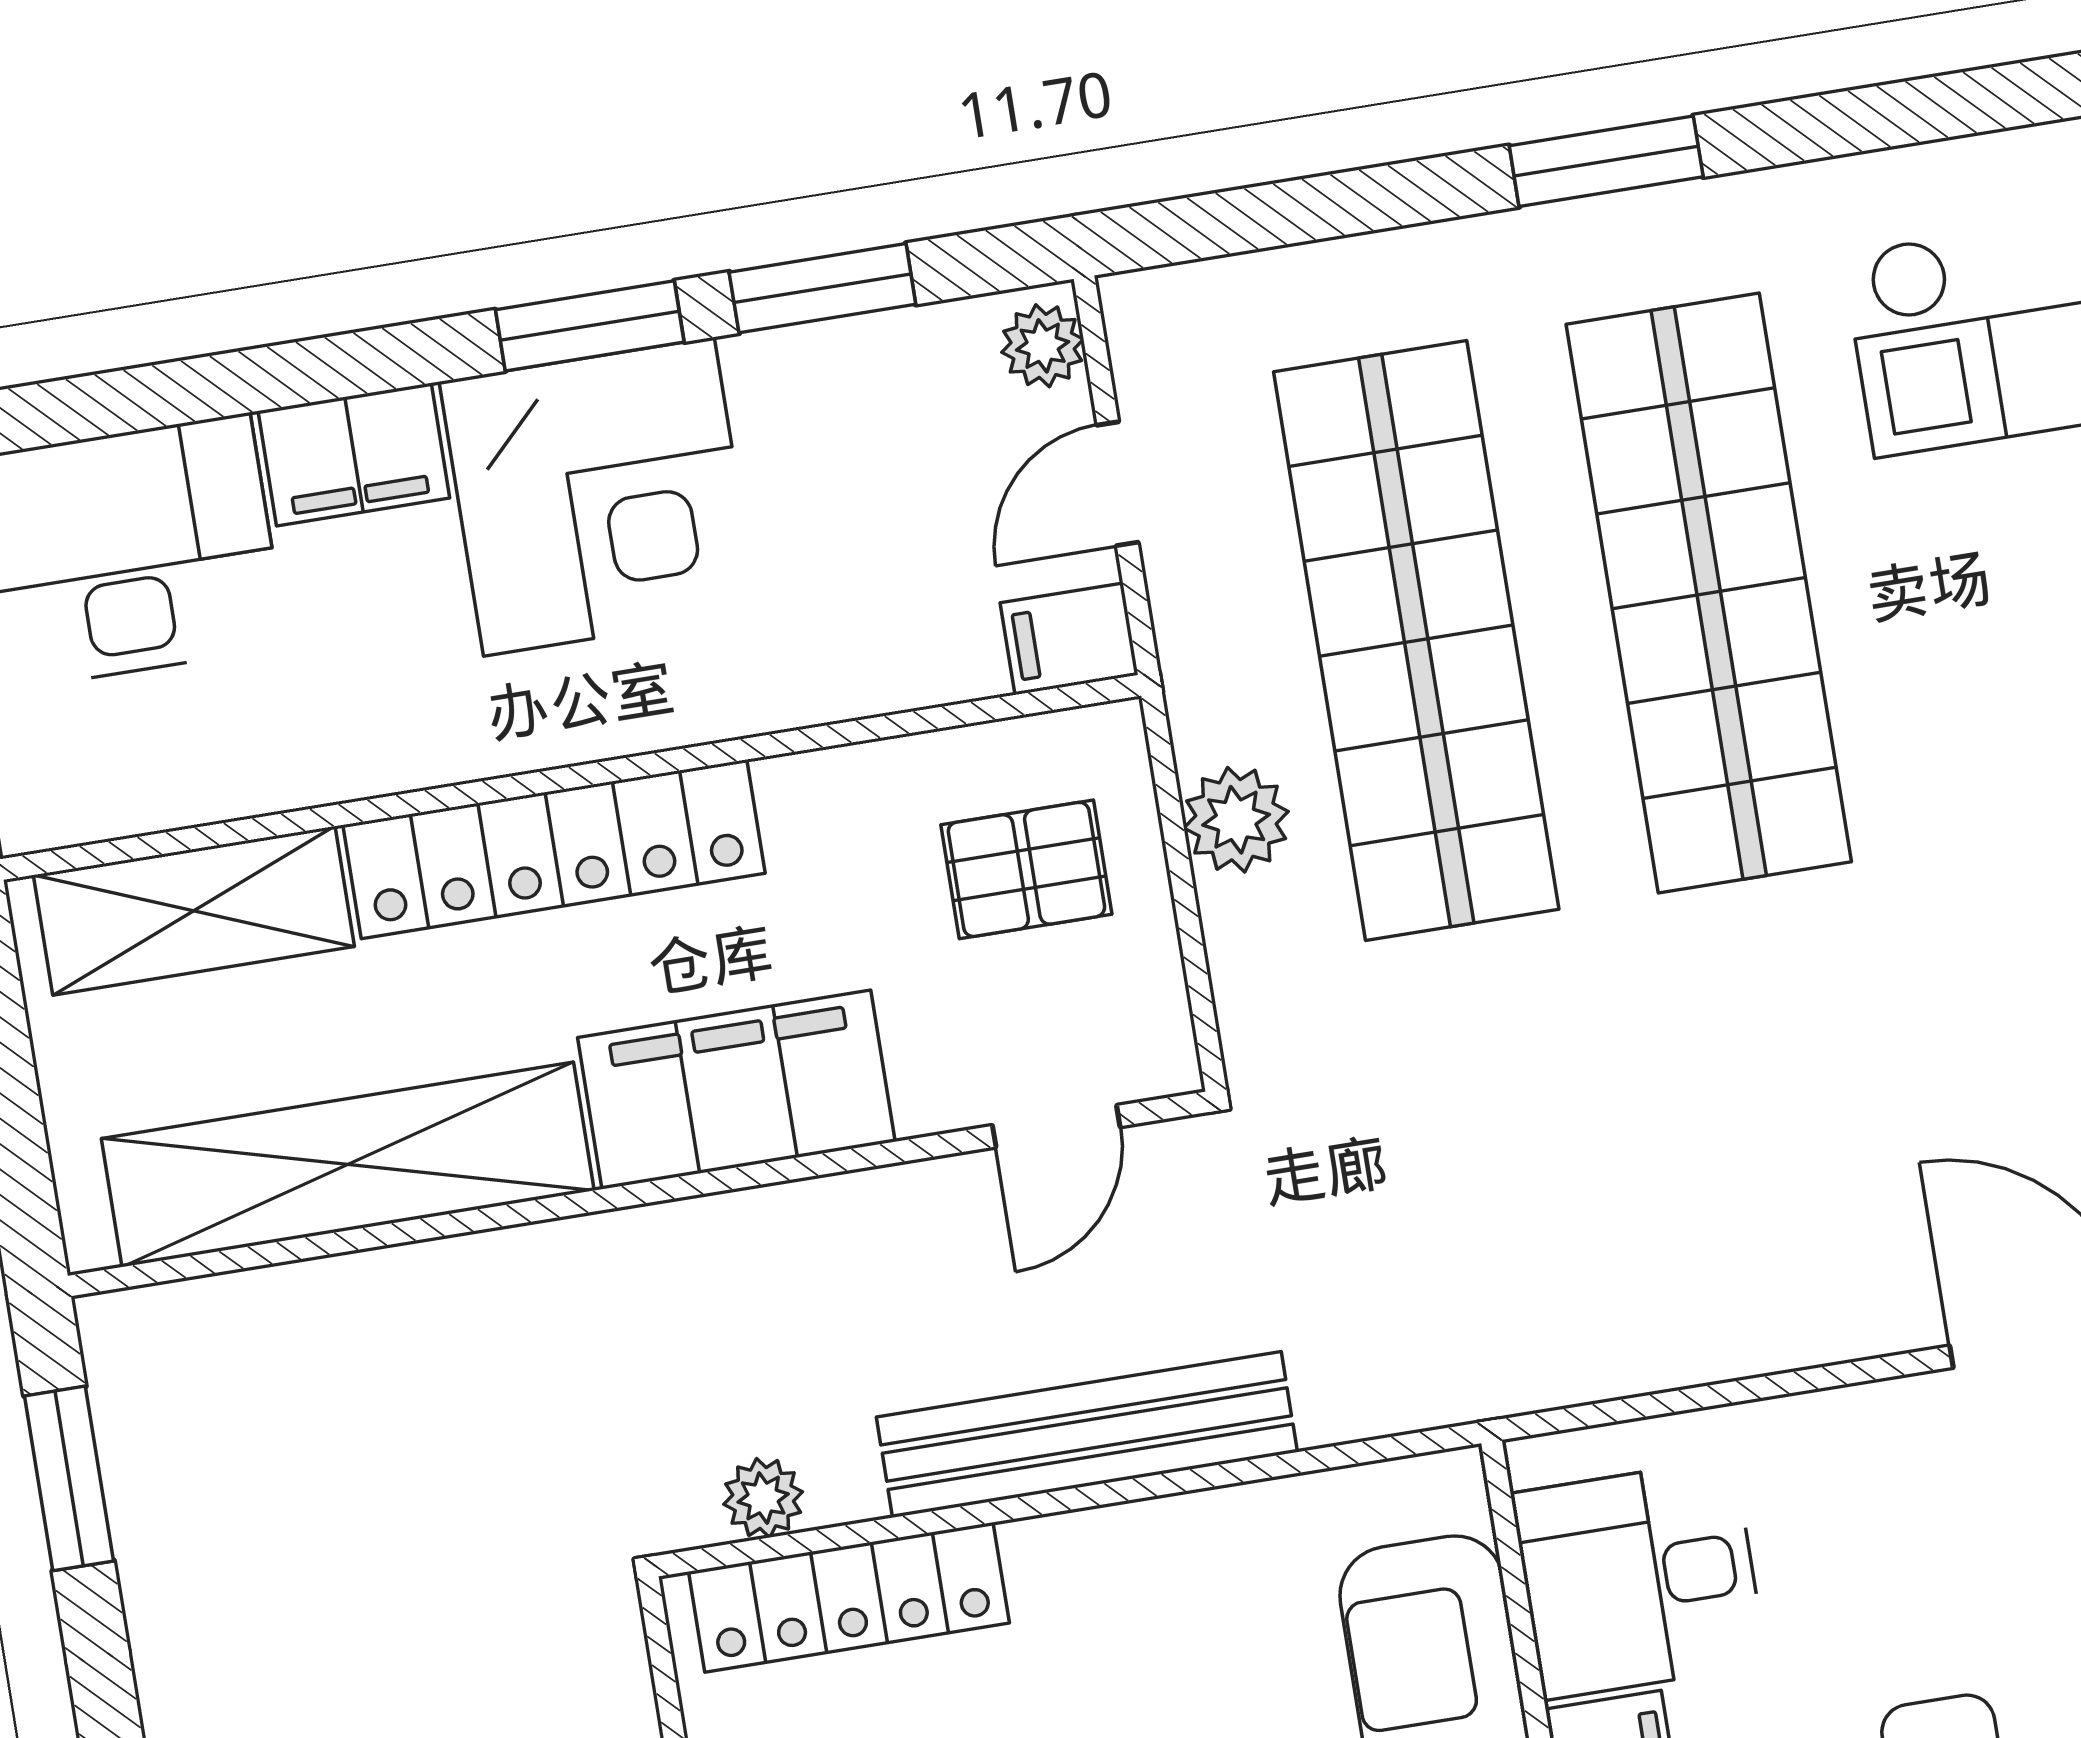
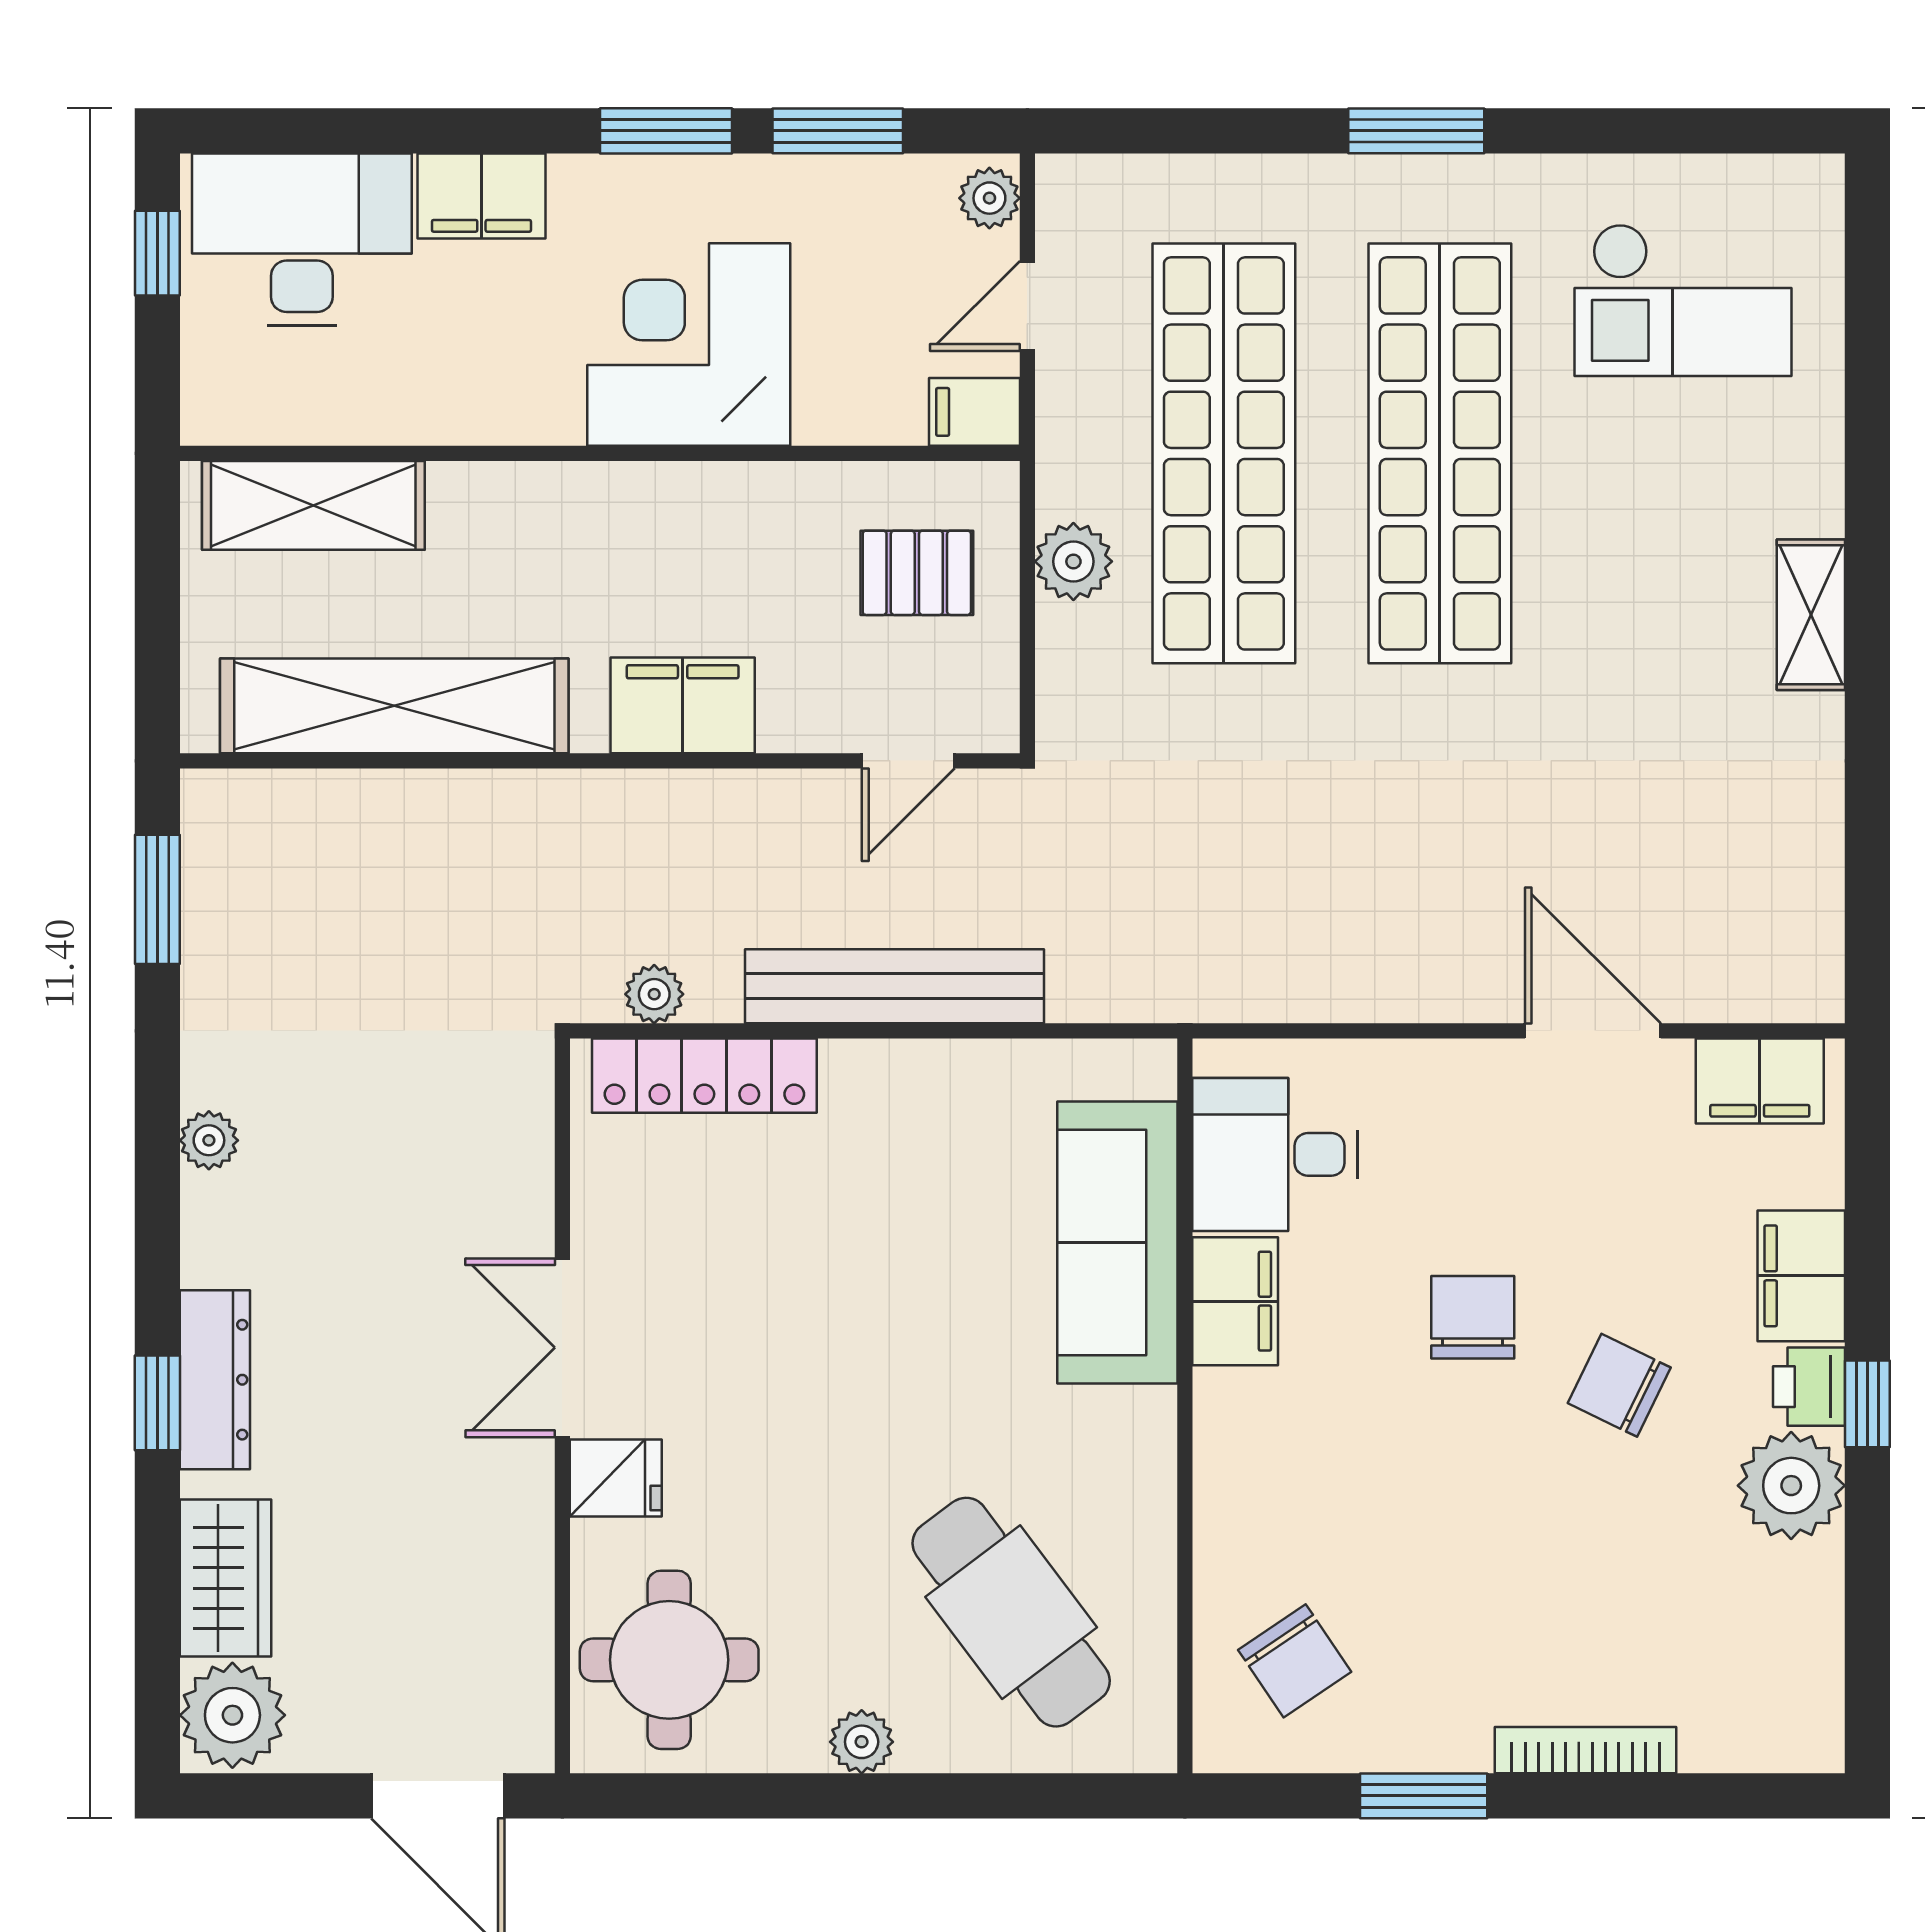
corner desk: (599, 497) -> (689, 345), moved, turned 180
locker: (554, 849) -> (579, 503), removed
filing cabinet: (736, 1090) -> (683, 705), width x0.67, depth x0.86

